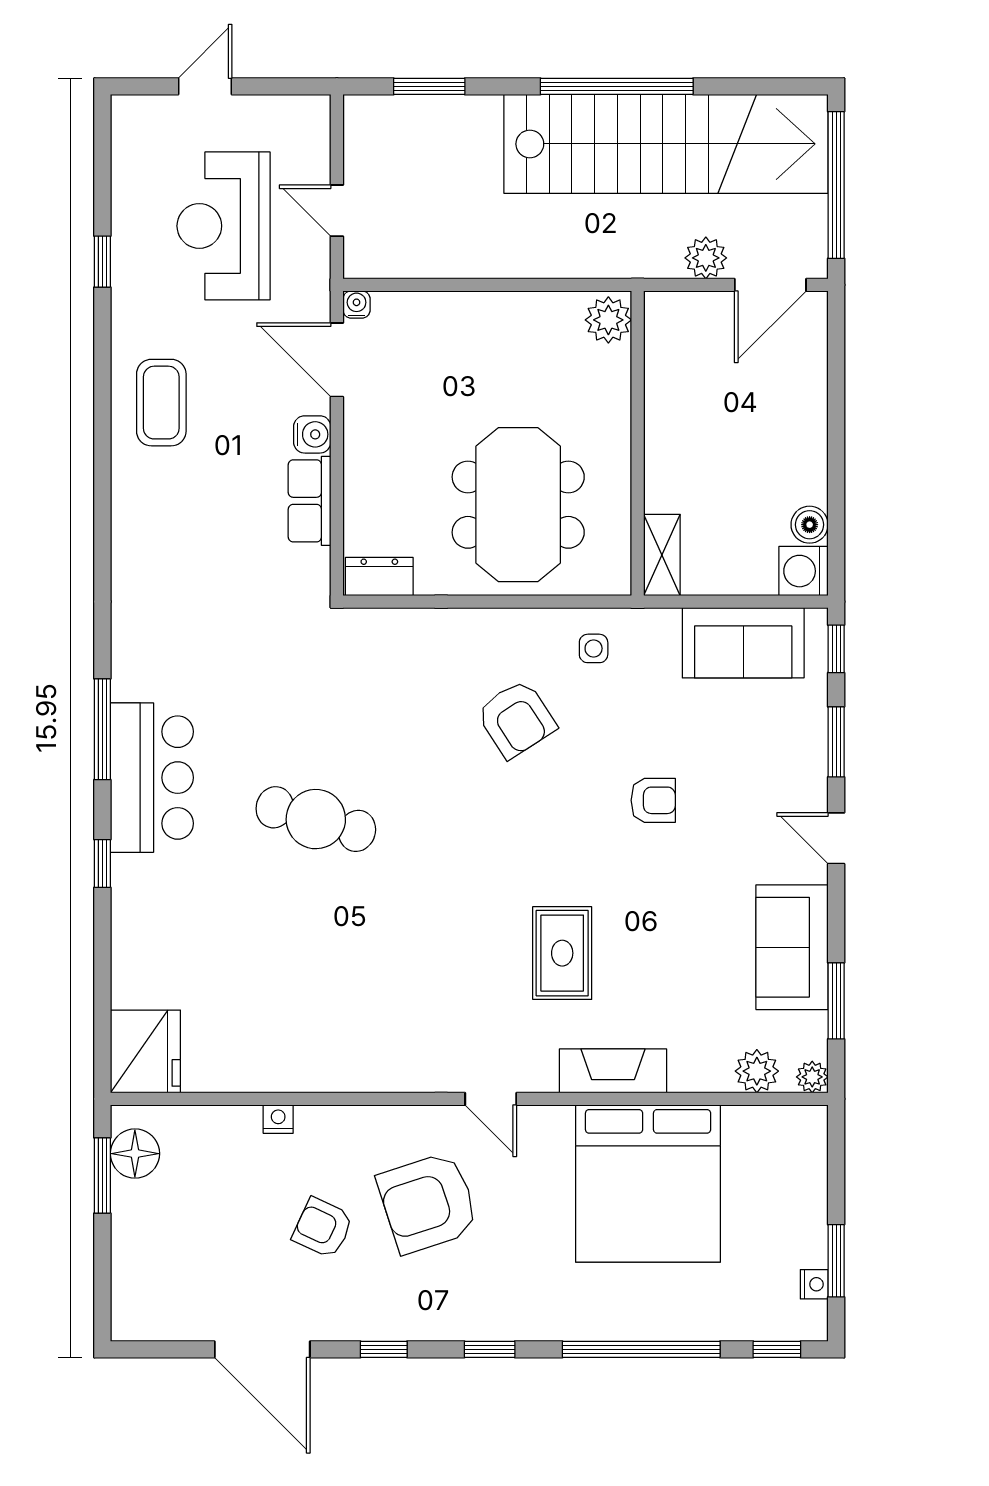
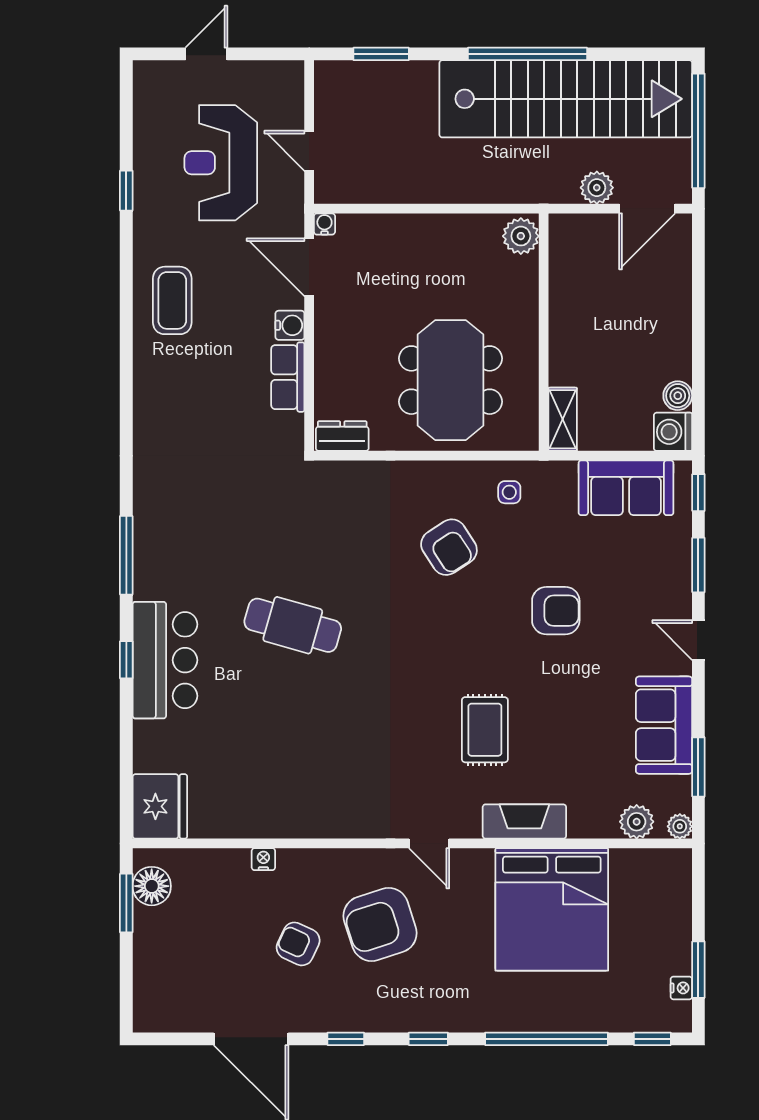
bar counter: (152, 778) -> (165, 660), moved
armchair: (653, 800) -> (556, 611), width x1.38, depth x1.38

